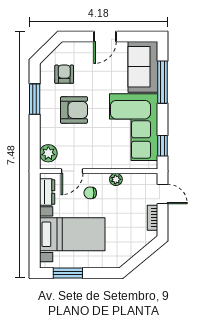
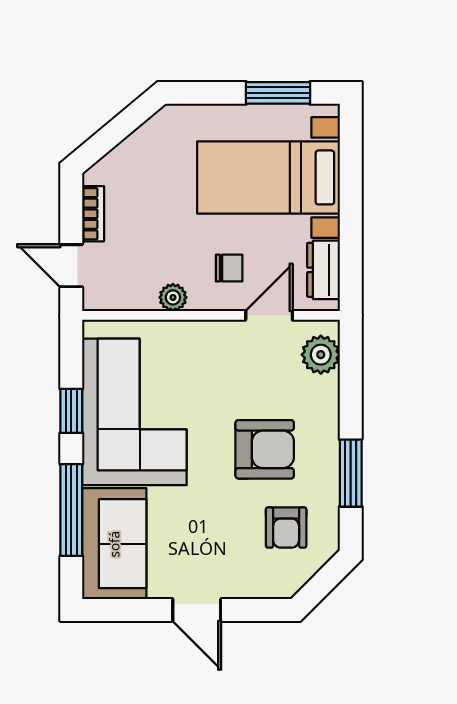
door: (105, 36) -> (197, 610), swing flipped
armchair: (74, 110) -> (265, 449), turned 180
window: (162, 146) -> (71, 411), moved

